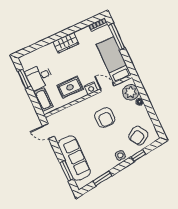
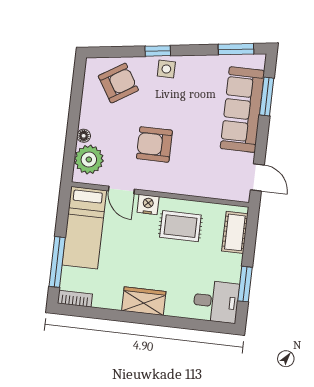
desk: (39, 77) -> (216, 302), moved
armchair: (105, 118) -> (154, 144), turned -90
window: (138, 156) -> (158, 51), moved
window: (103, 178) -> (236, 49), moved

